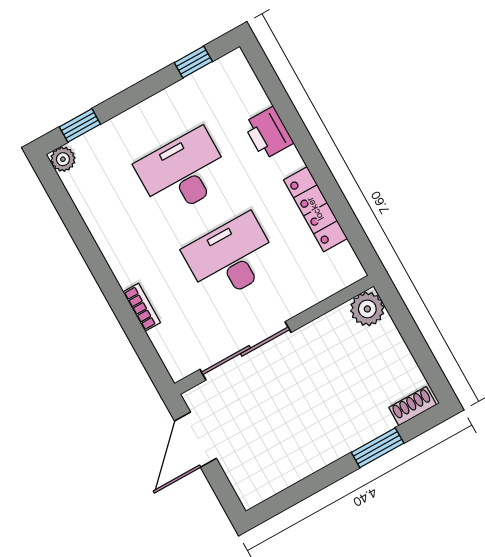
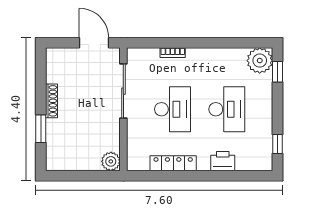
plant: (63, 159) -> (260, 61), width x1.87, depth x1.87
shoe rack: (413, 406) -> (51, 101), moved, width x1.43

